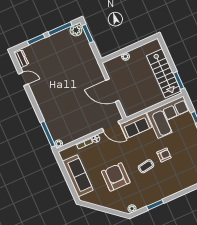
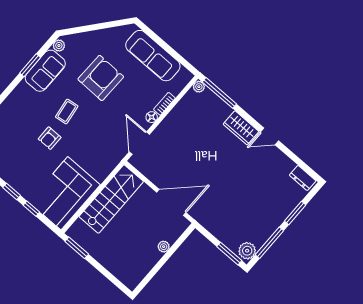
stairs: (164, 73) -> (111, 199), moved, turned 90
door: (23, 79) -> (269, 136), moved
door: (112, 90) -> (171, 202), moved
wardrobe: (45, 107) -> (241, 128), added
door: (111, 126) -> (139, 143), hinge flipped
sofa: (136, 126) -> (45, 71), moved, turned 180
armchair: (116, 177) -> (101, 78), turned -89

